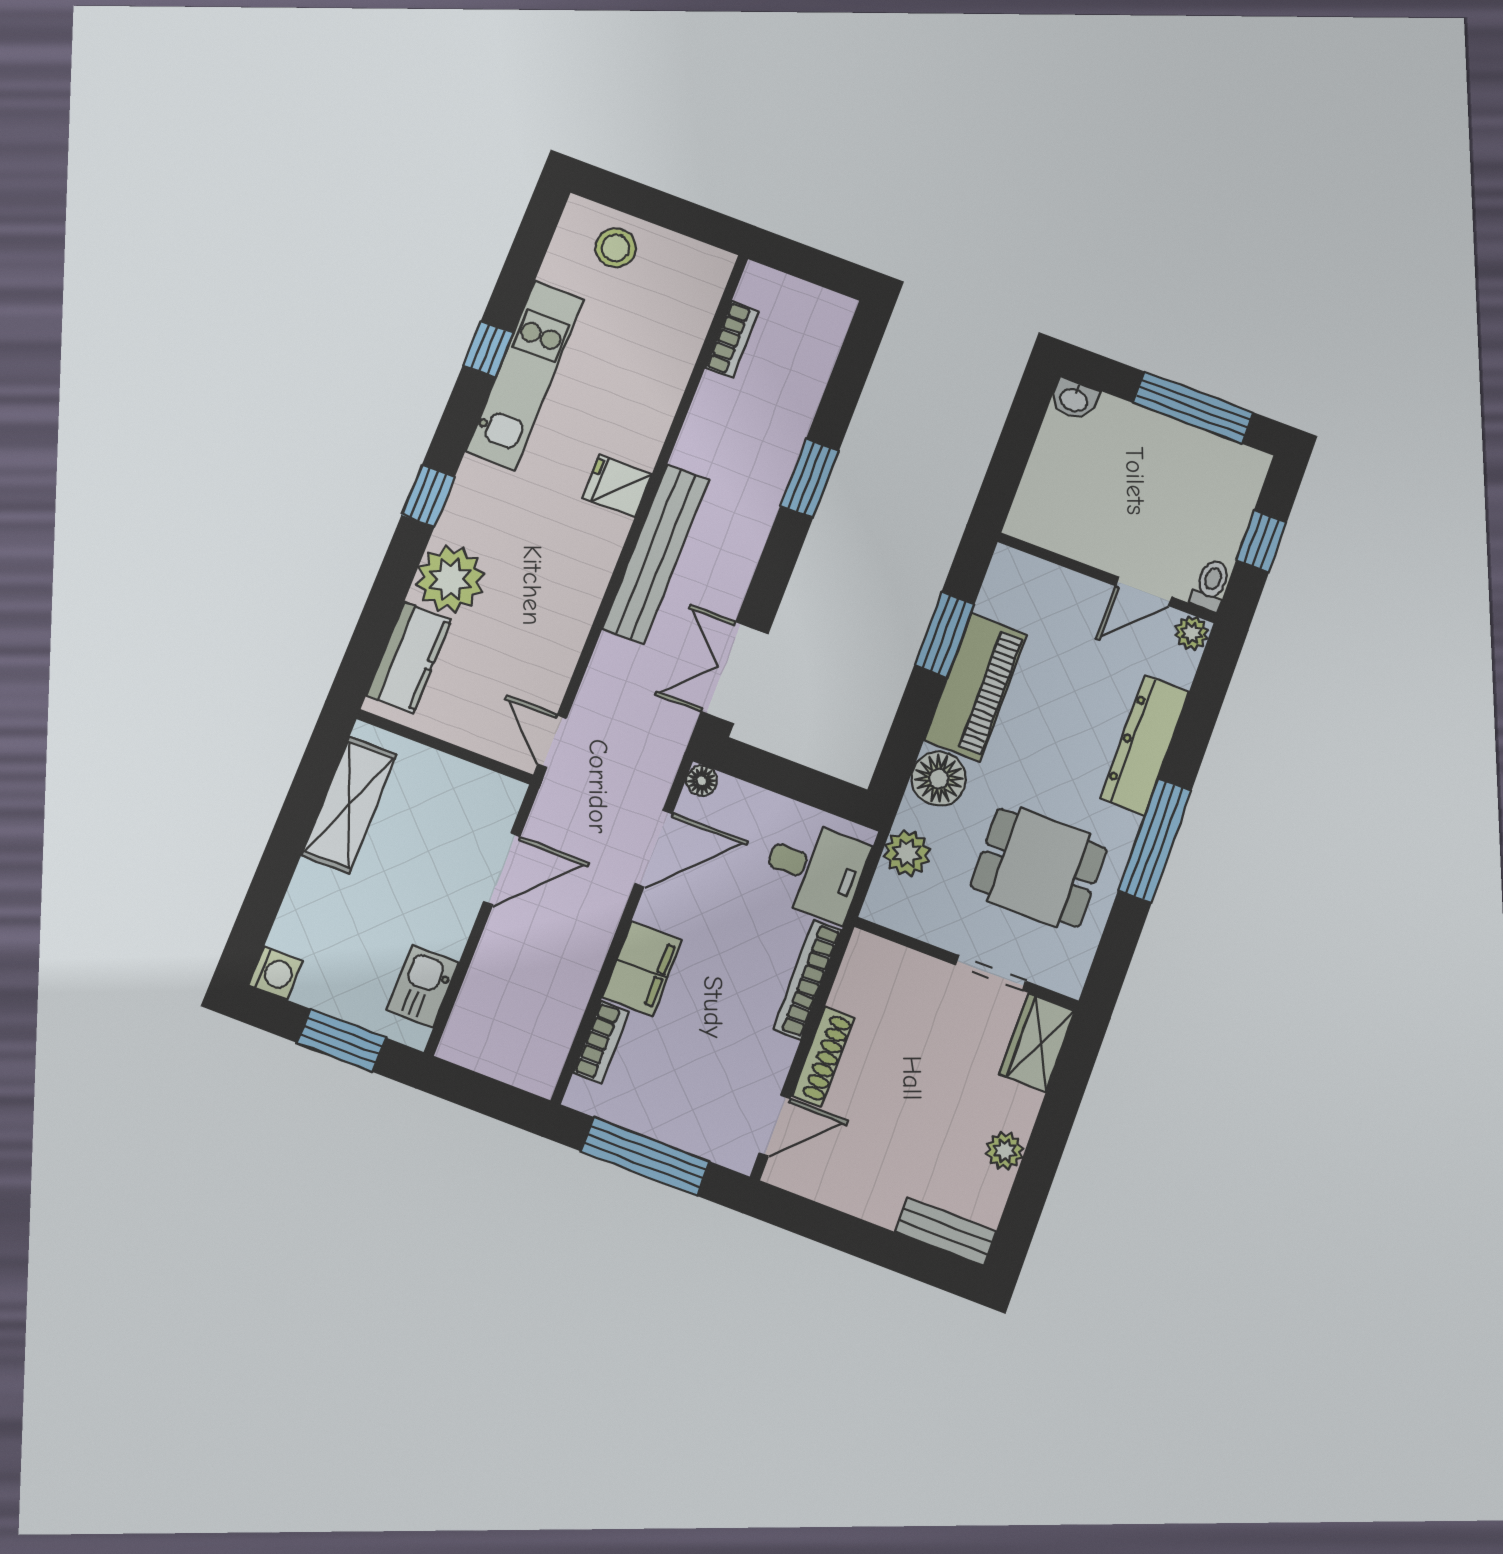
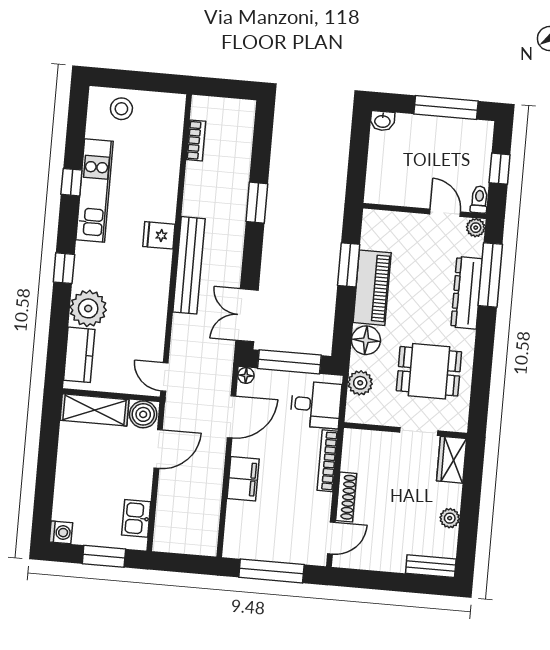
door: (1144, 591) -> (445, 213), swing flipped
window: (788, 778) -> (289, 362), added
boiler: (493, 798) -> (143, 414), added
shelving: (349, 805) -> (95, 410), moved, turned 90
window: (1155, 840) -> (490, 275), moved
bookcase: (601, 1042) -> (233, 521), removed

